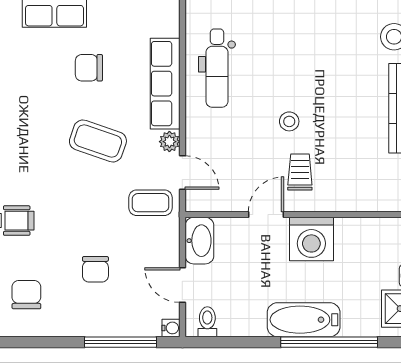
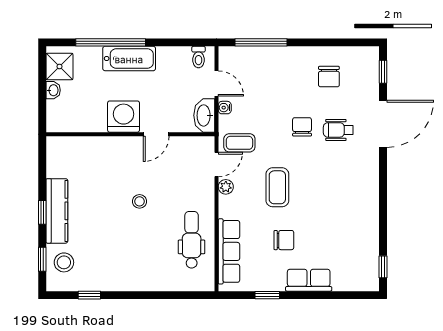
row of seats: (165, 84) -> (229, 251), moved
coffee table: (98, 141) -> (277, 187), turned 71
trolley: (300, 172) -> (132, 165), removed
door: (182, 173) -> (216, 165), swing flipped
chair: (95, 269) -> (302, 127), moved
water cooler: (171, 328) -> (225, 108), moved

